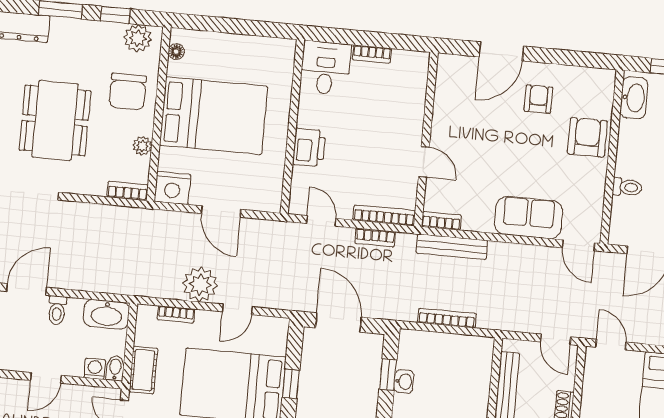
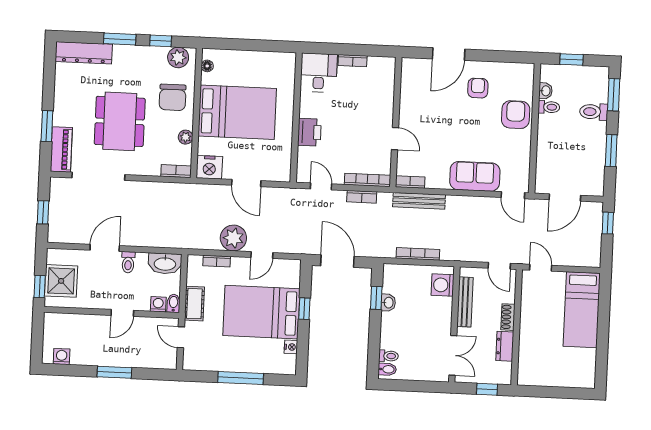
washbasin: (634, 98) -> (545, 91), width x0.52, depth x0.69
toilet: (627, 187) -> (549, 107), moved
washing machine: (478, 361) -> (443, 285), added

